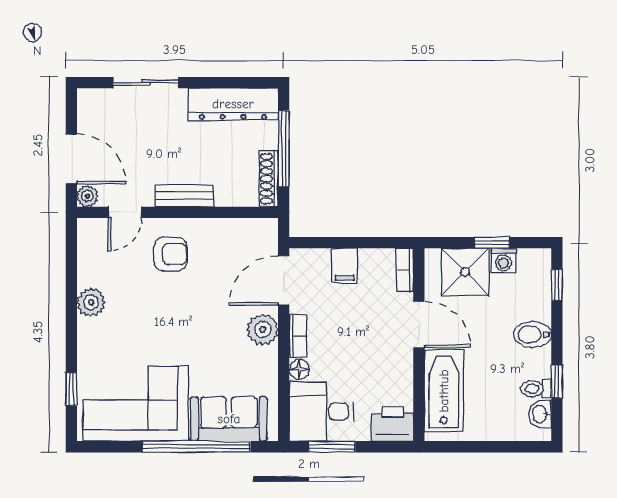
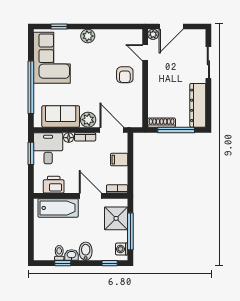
bench: (184, 196) -> (153, 82), removed
window: (492, 243) -> (130, 231), width x2.17
washing machine: (504, 261) -> (122, 249), moved
plant: (91, 302) -> (88, 36), moved
door: (419, 325) -> (90, 196), swing flipped
washbasin: (540, 414) -> (72, 255), moved
sofa: (229, 419) -> (61, 116), moved, turned -90
printer: (392, 424) -> (54, 185), moved, turned -90

